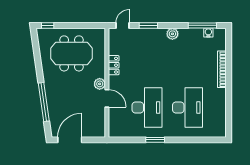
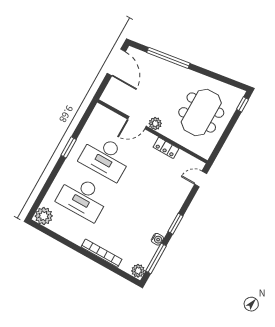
door: (123, 25) -> (201, 179), swing flipped
window: (148, 25) -> (175, 224), moved
water cooler: (208, 33) -> (157, 239), moved
plant: (172, 34) -> (138, 271), moved
plant: (218, 129) -> (44, 216), added

